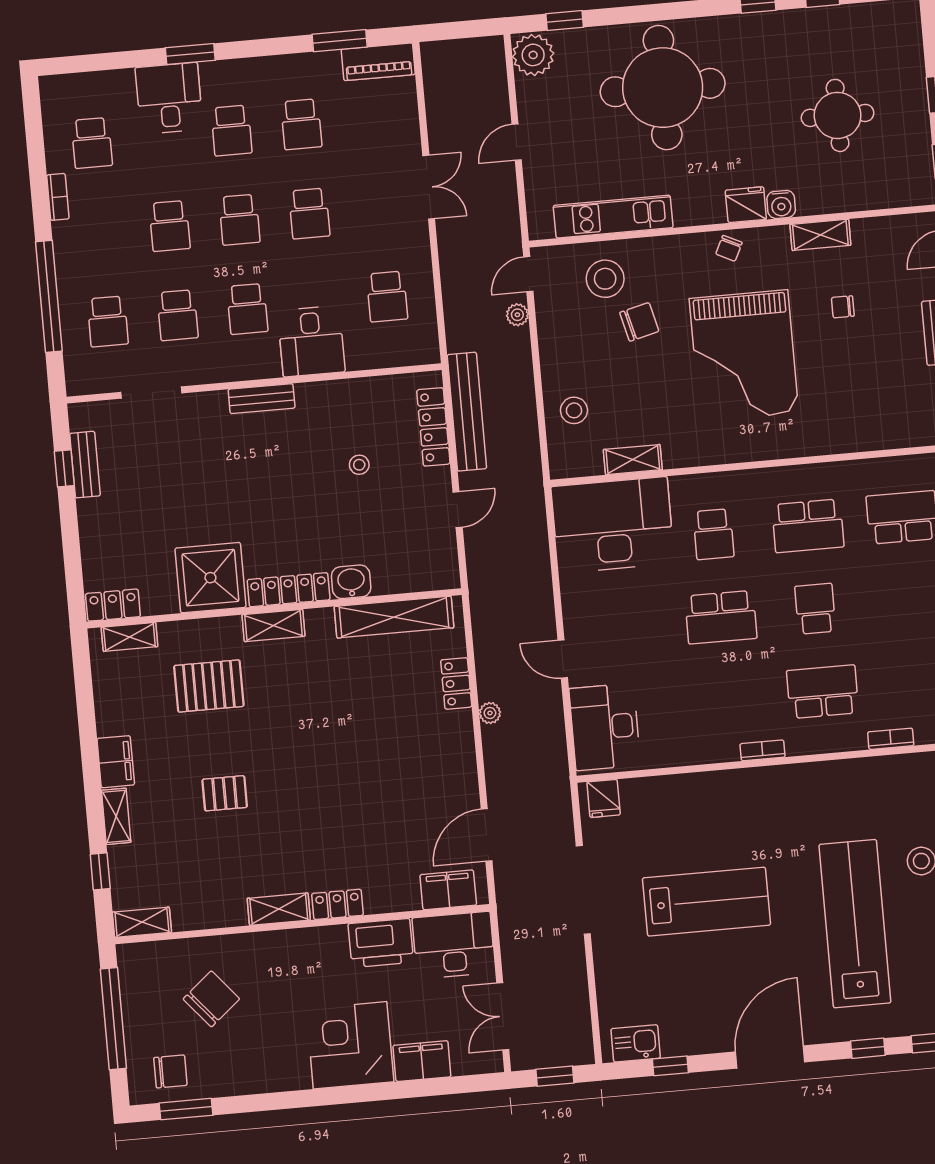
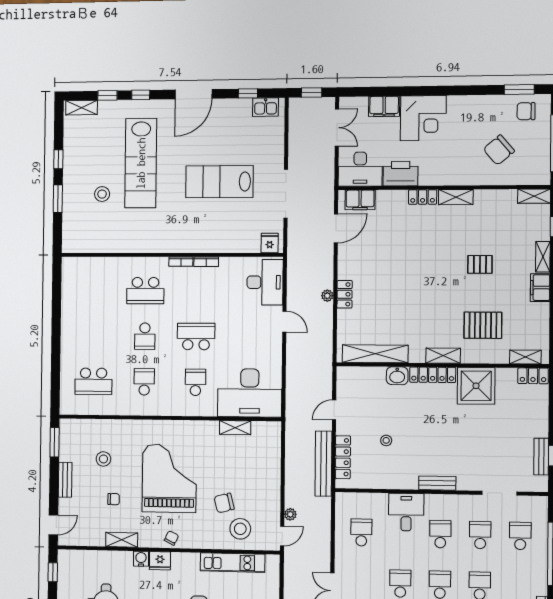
stool: (574, 410) -> (103, 459), moved
school desk: (808, 526) -> (144, 382), width x0.54
locker: (456, 683) -> (345, 294), moved
bookcase: (891, 739) -> (206, 262), moved

